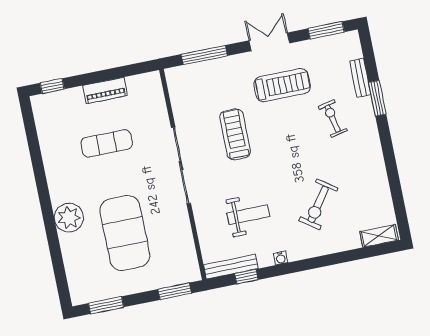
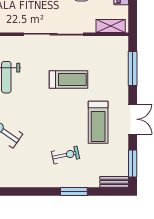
bench: (360, 78) -> (114, 182), moved
shelving: (156, 94) -> (111, 26), added

